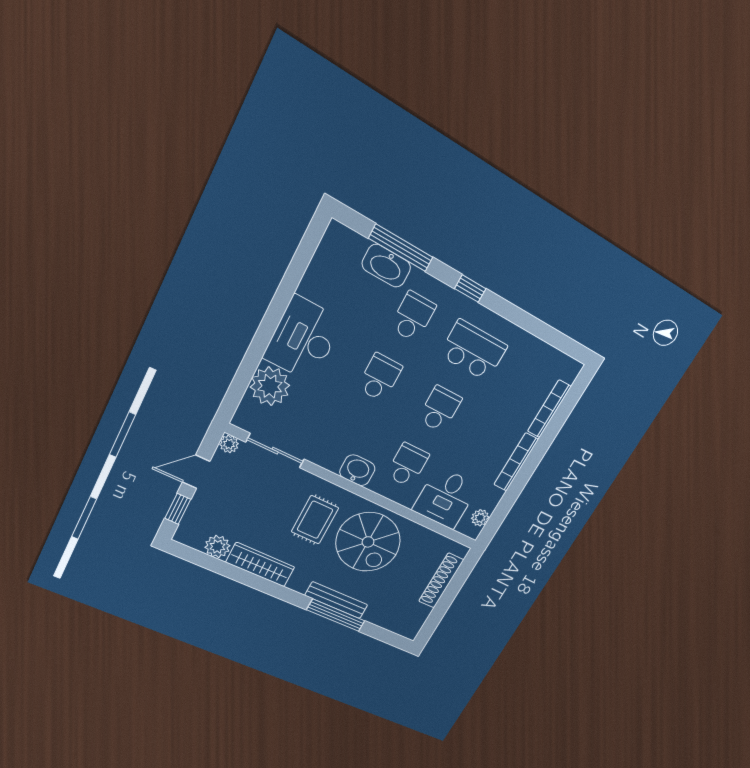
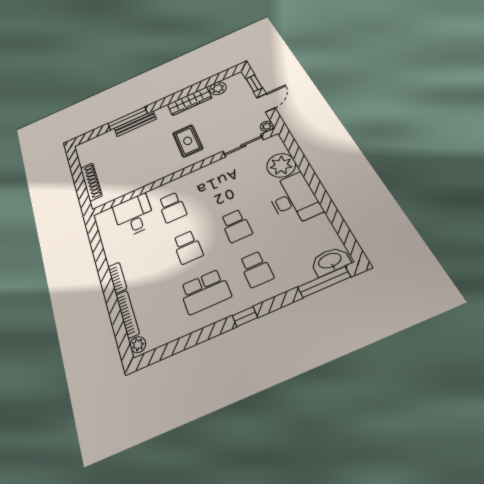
window: (401, 248) -> (324, 282), moved
washbasin: (386, 266) -> (330, 261), moved
bookcase: (516, 462) -> (117, 278), width x0.64
washbasin: (357, 470) -> (194, 179), removed
plant: (480, 518) -> (138, 345), moved
spiral stairs: (368, 542) -> (150, 159), removed

